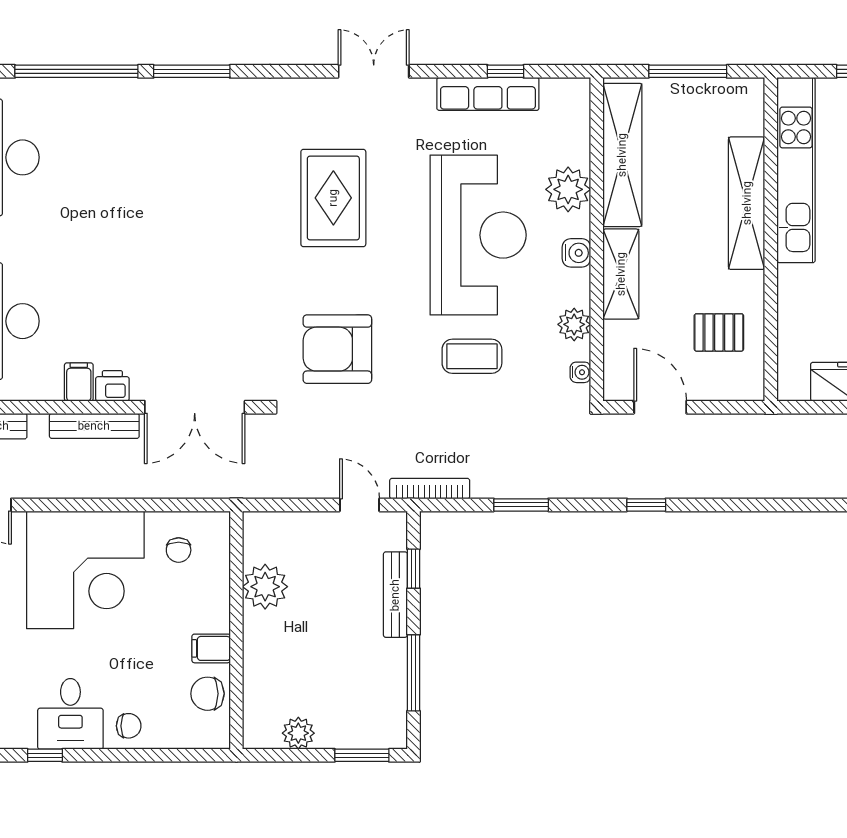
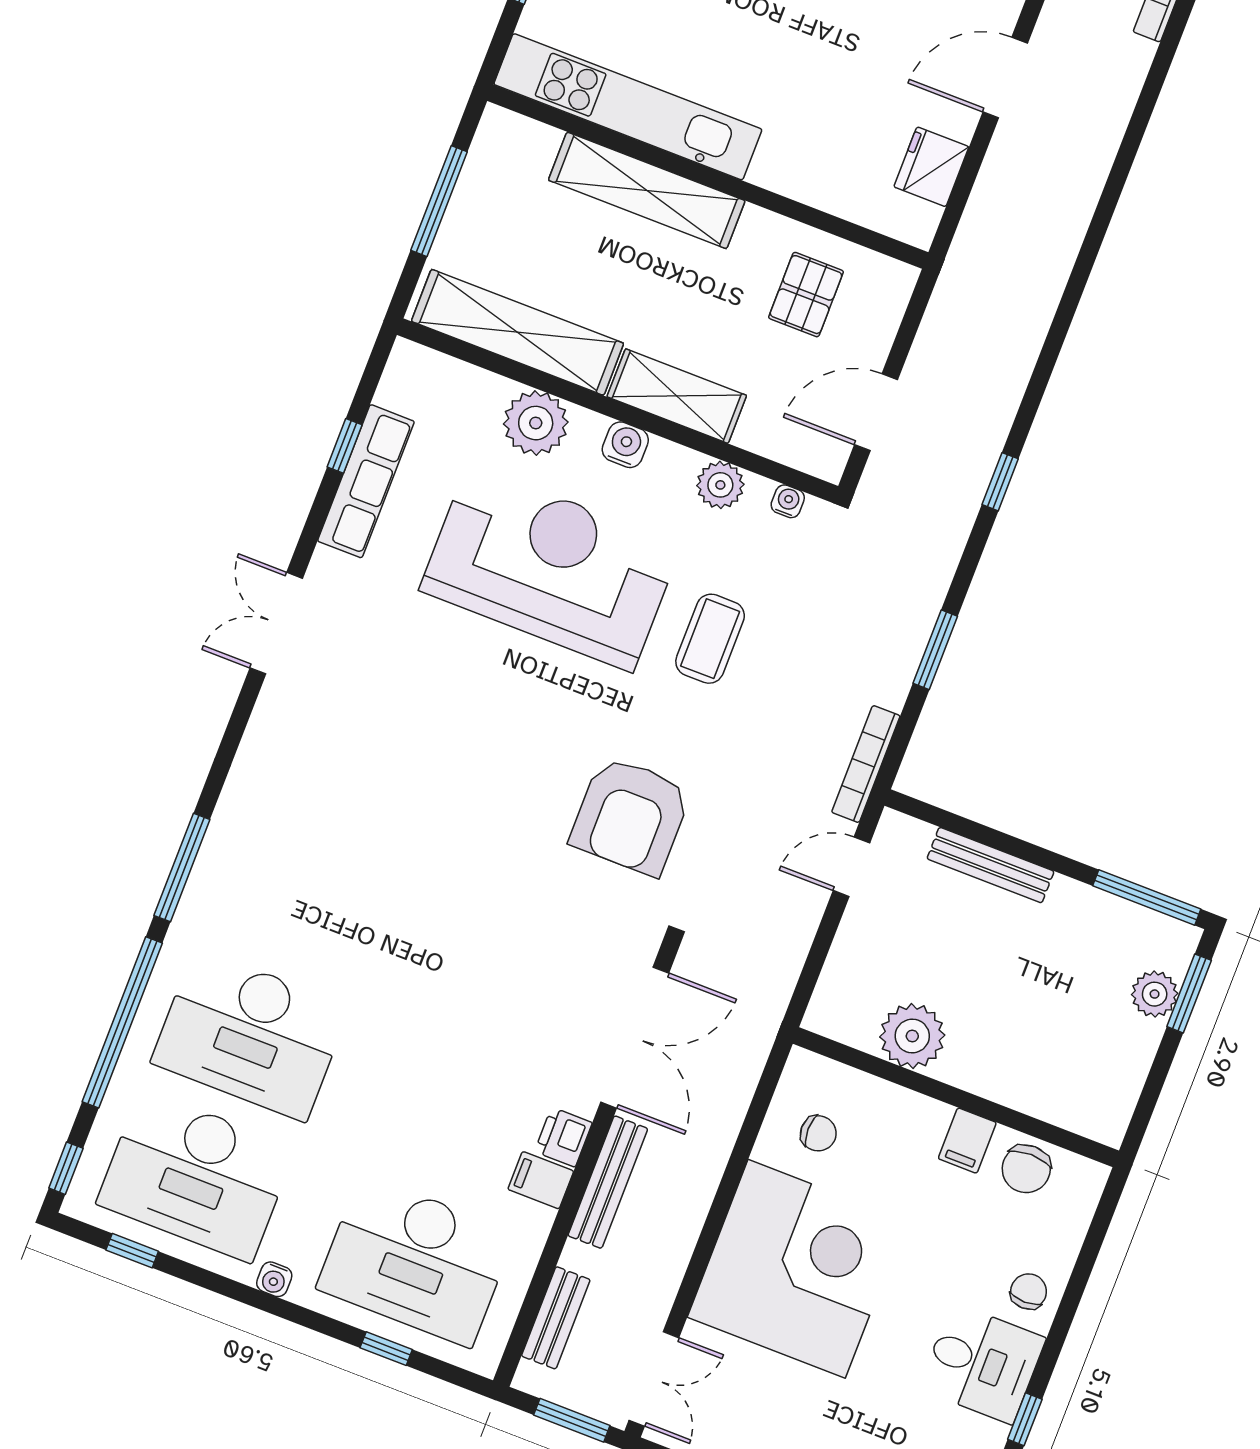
desk: (100, 157) -> (250, 1035), added
rug: (333, 198) -> (426, 743), removed
window: (413, 569) -> (965, 827), removed
window: (413, 673) -> (1147, 897), moved
plant: (298, 733) -> (1155, 994), moved

